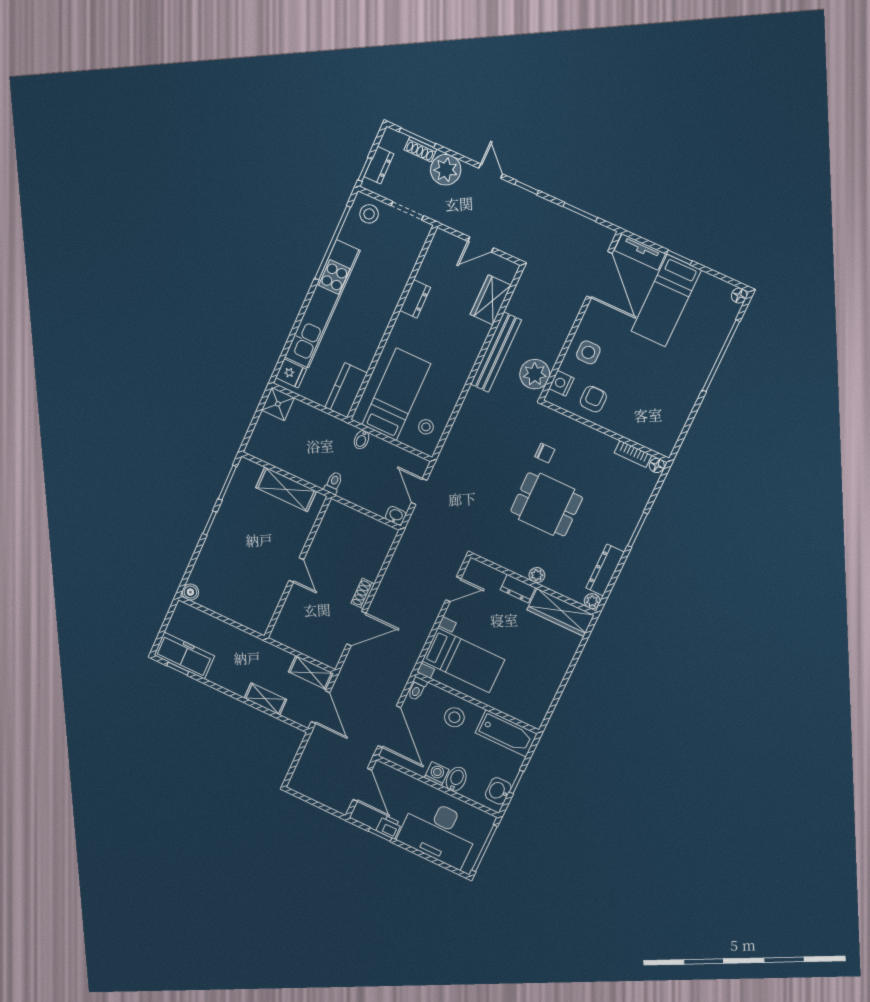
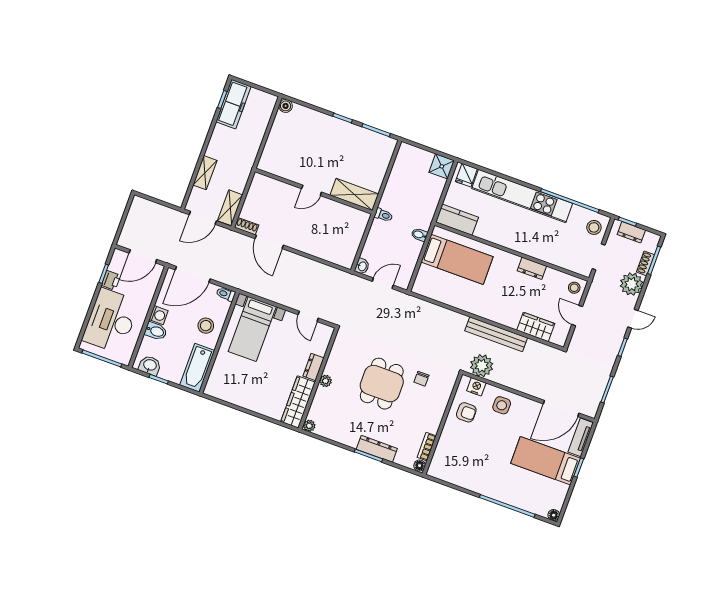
stool: (426, 427) -> (574, 288), moved
shelving: (286, 489) -> (354, 195), moved, turned 90
dresser: (605, 570) -> (377, 449), moved
shoe rack: (363, 593) -> (247, 226), moved

